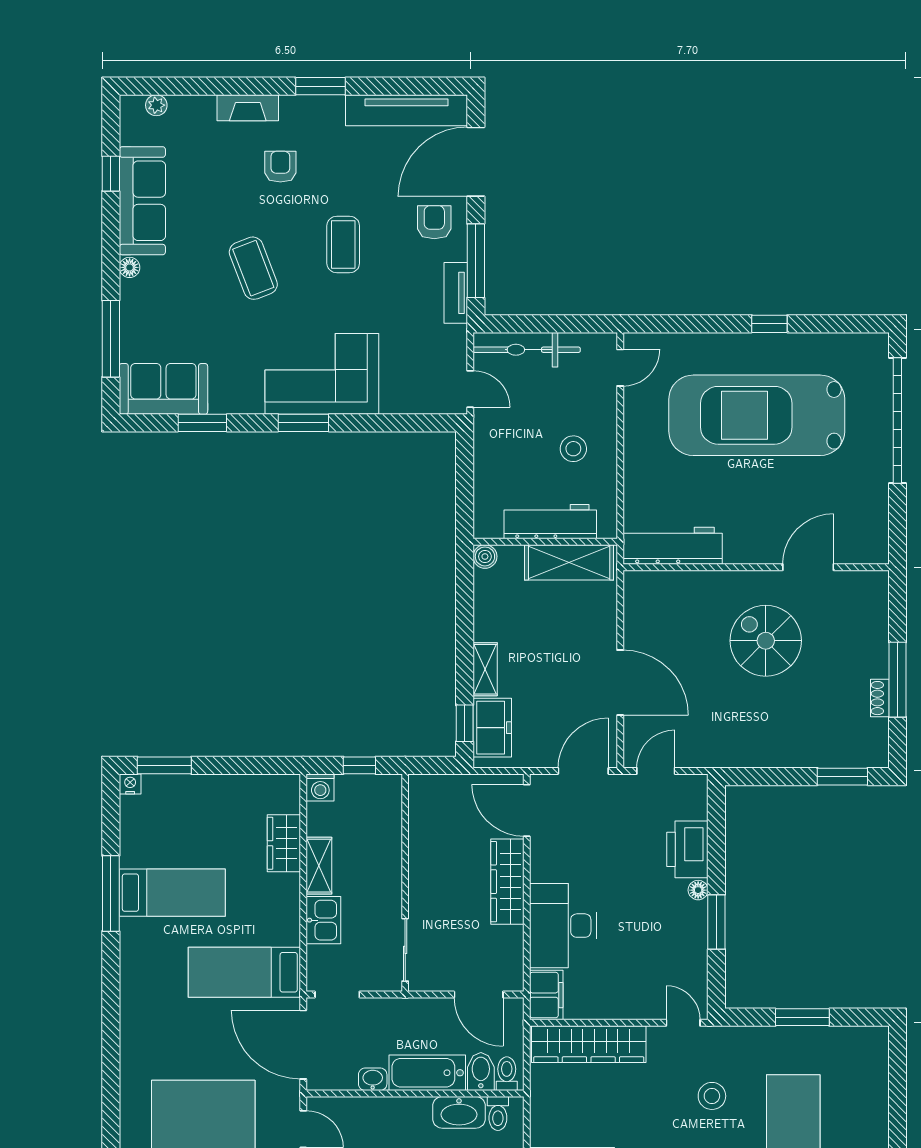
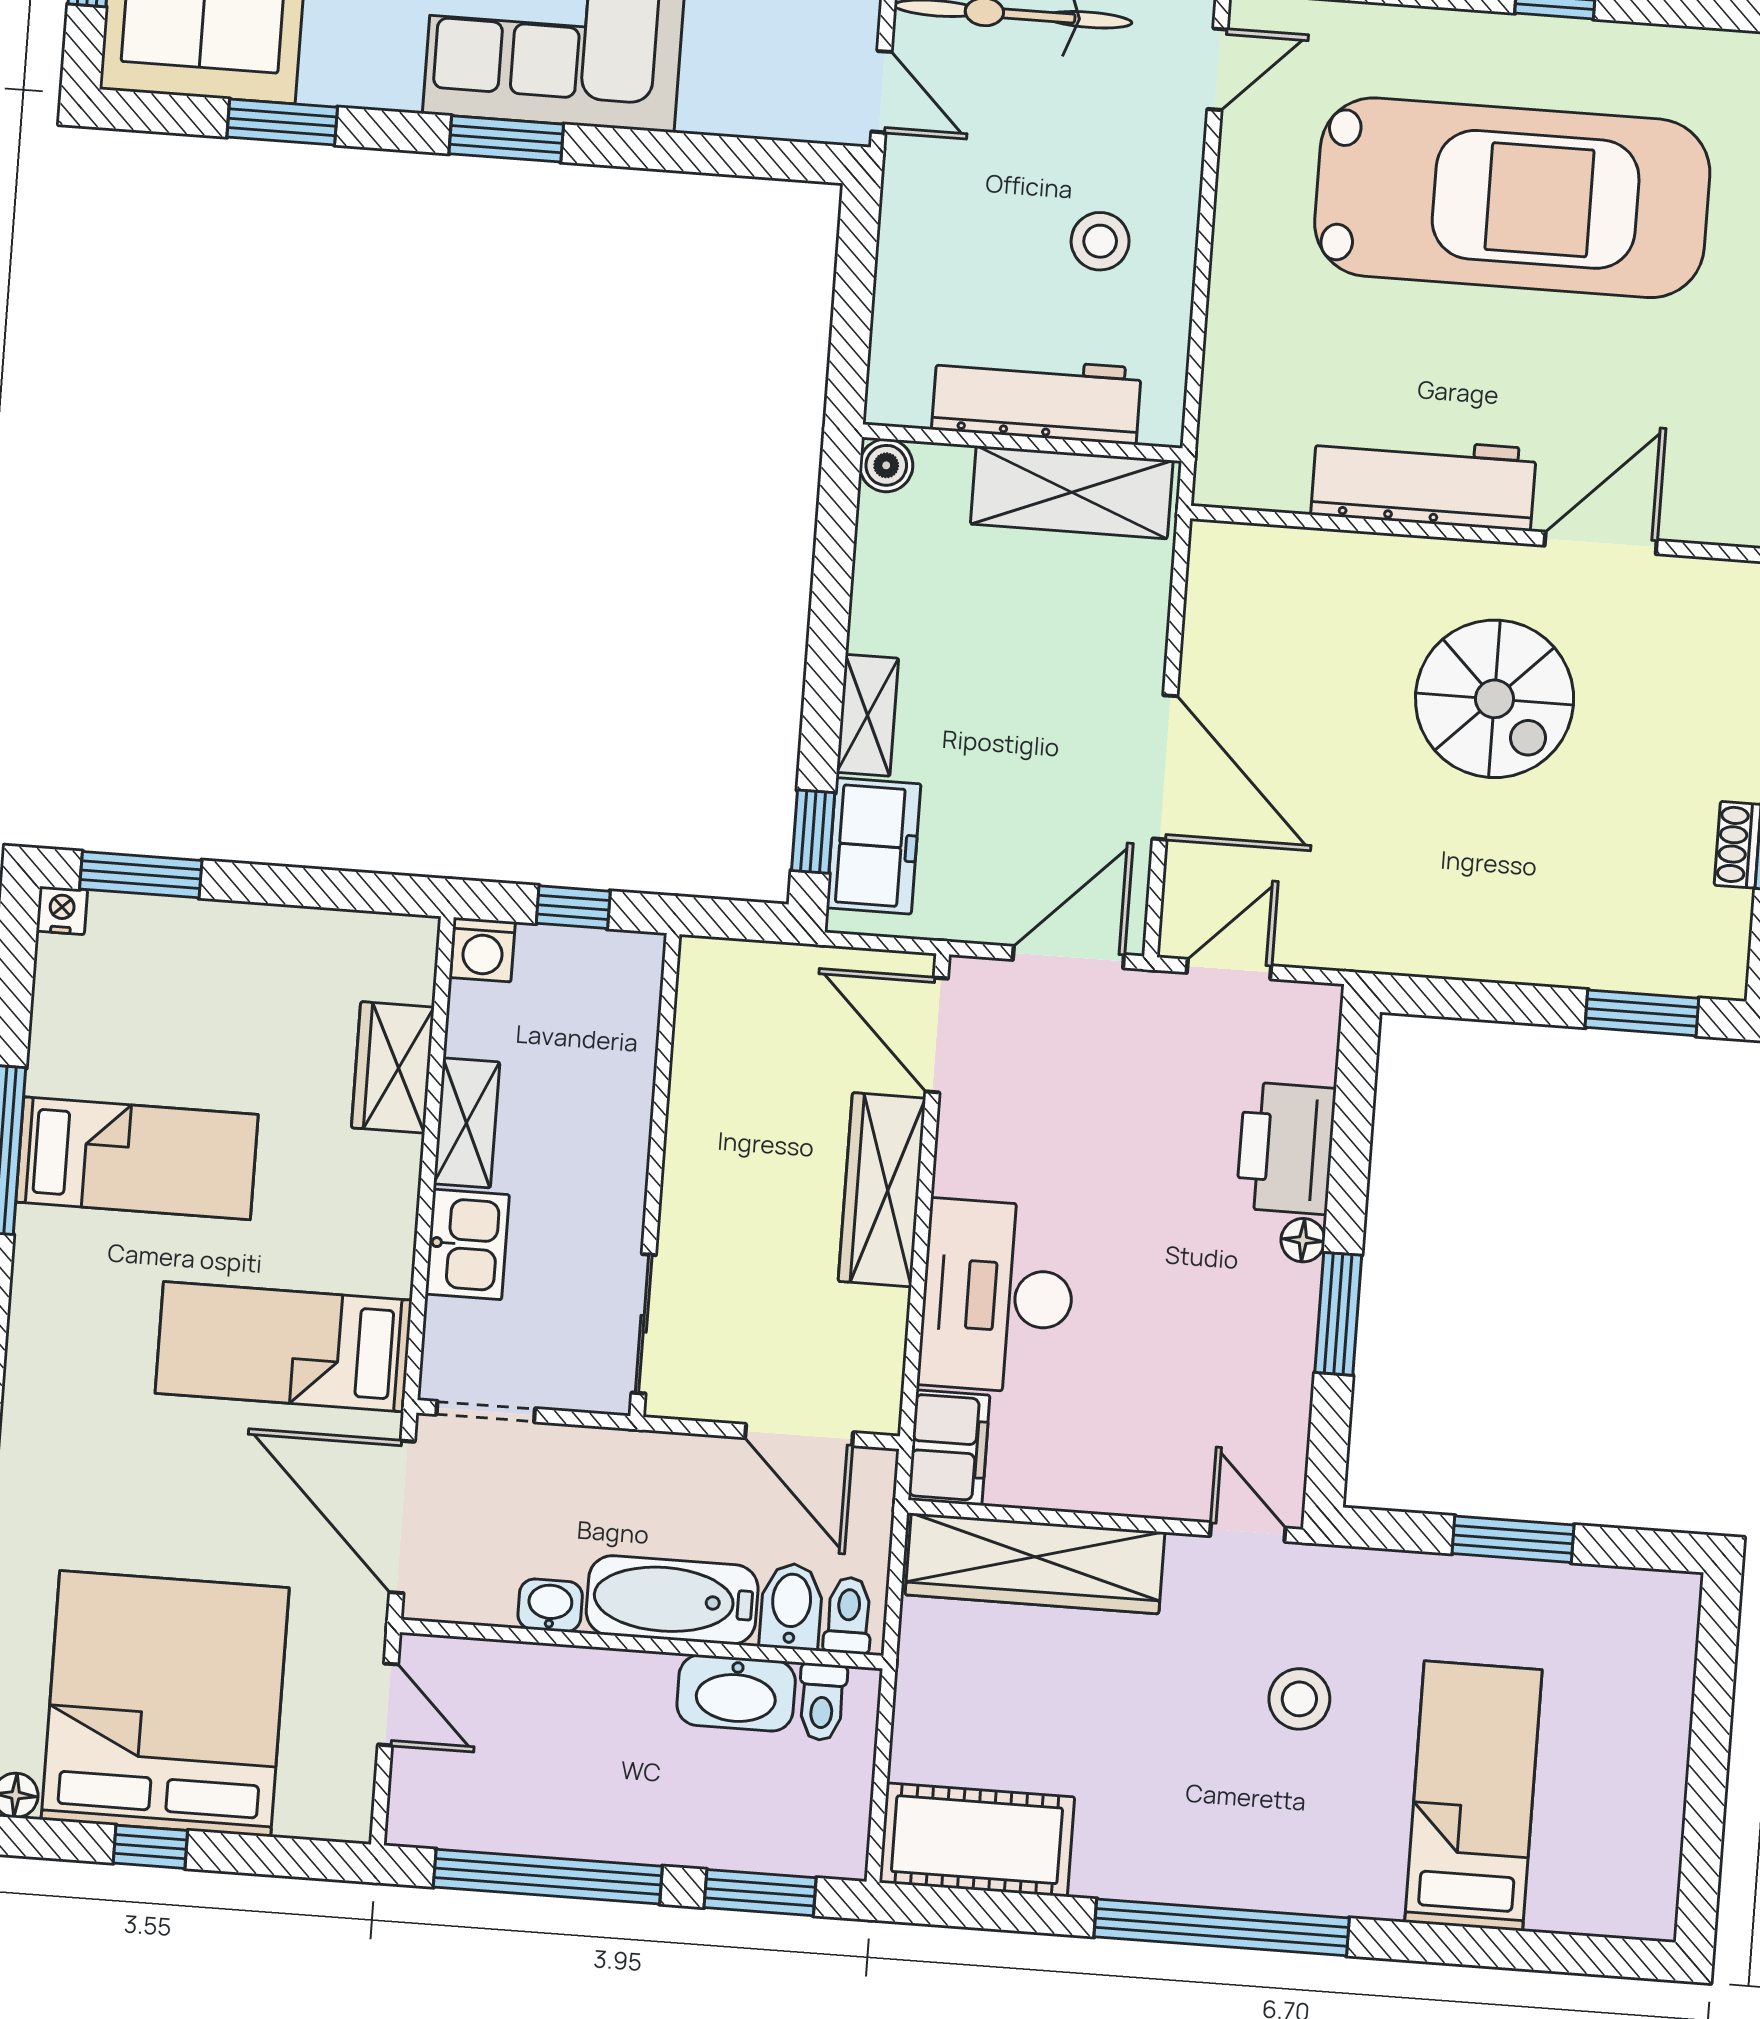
car: (757, 415) -> (1512, 198), turned 180
workbench: (673, 546) -> (1424, 482), moved
spiral stairs: (766, 641) -> (1495, 699), turned 180

